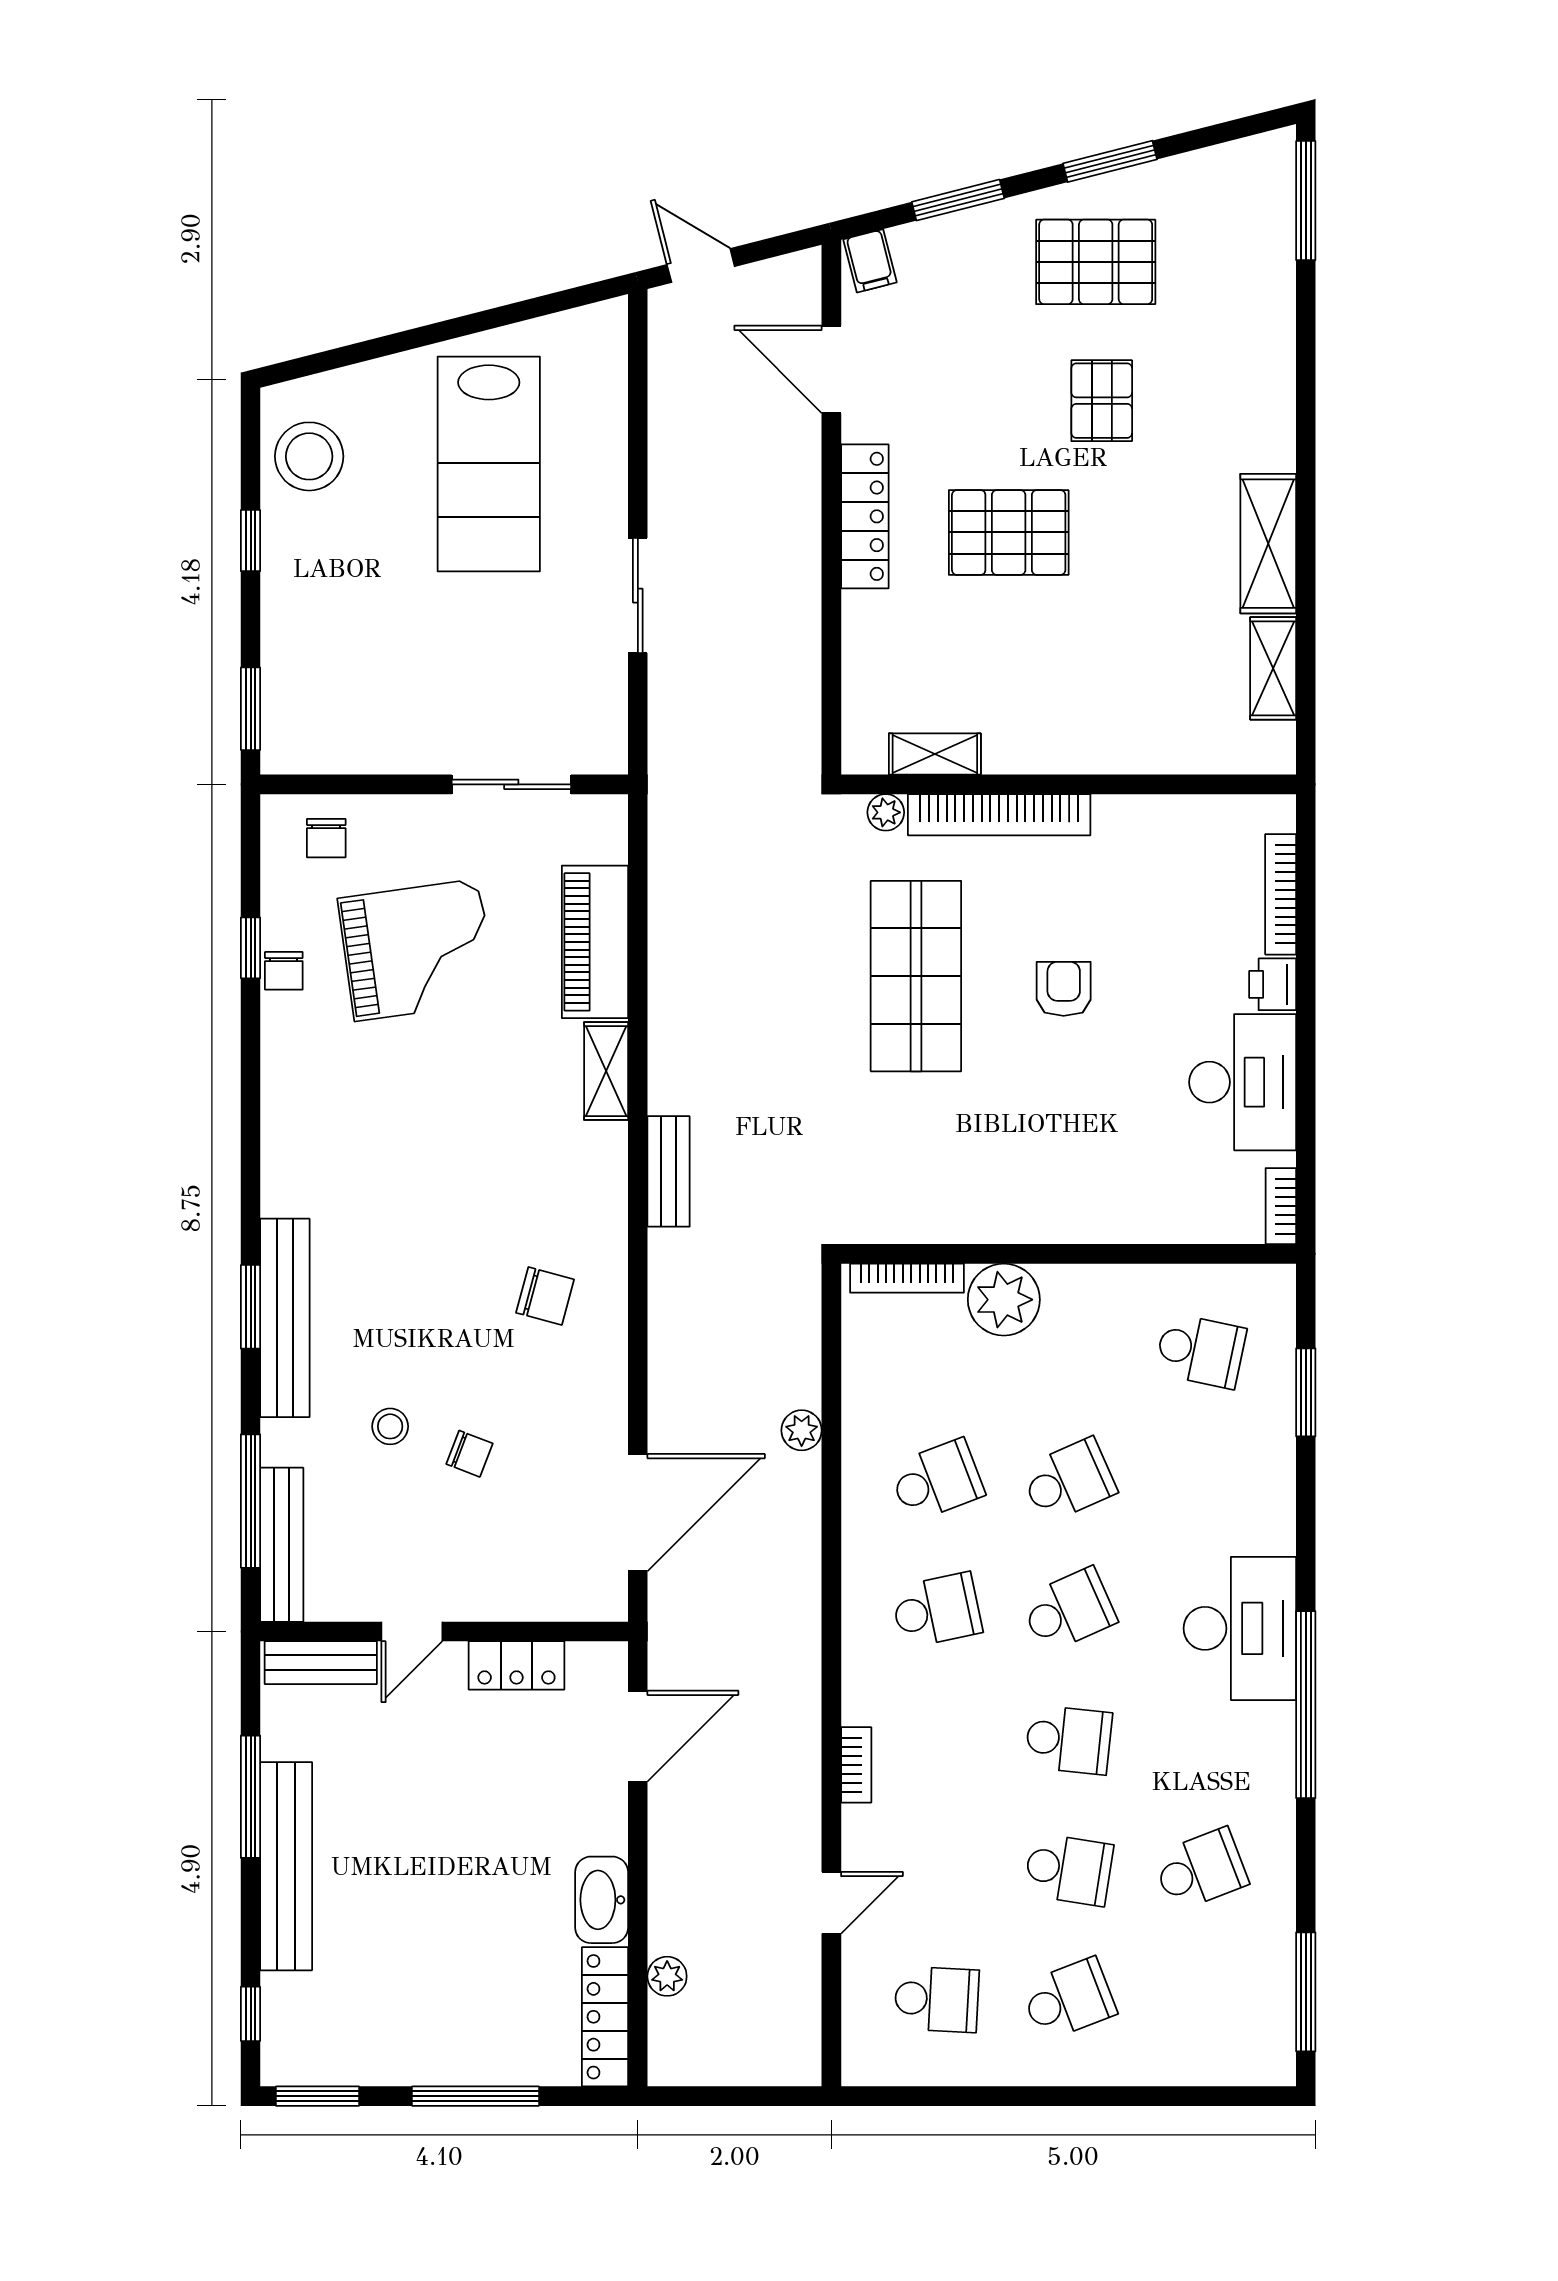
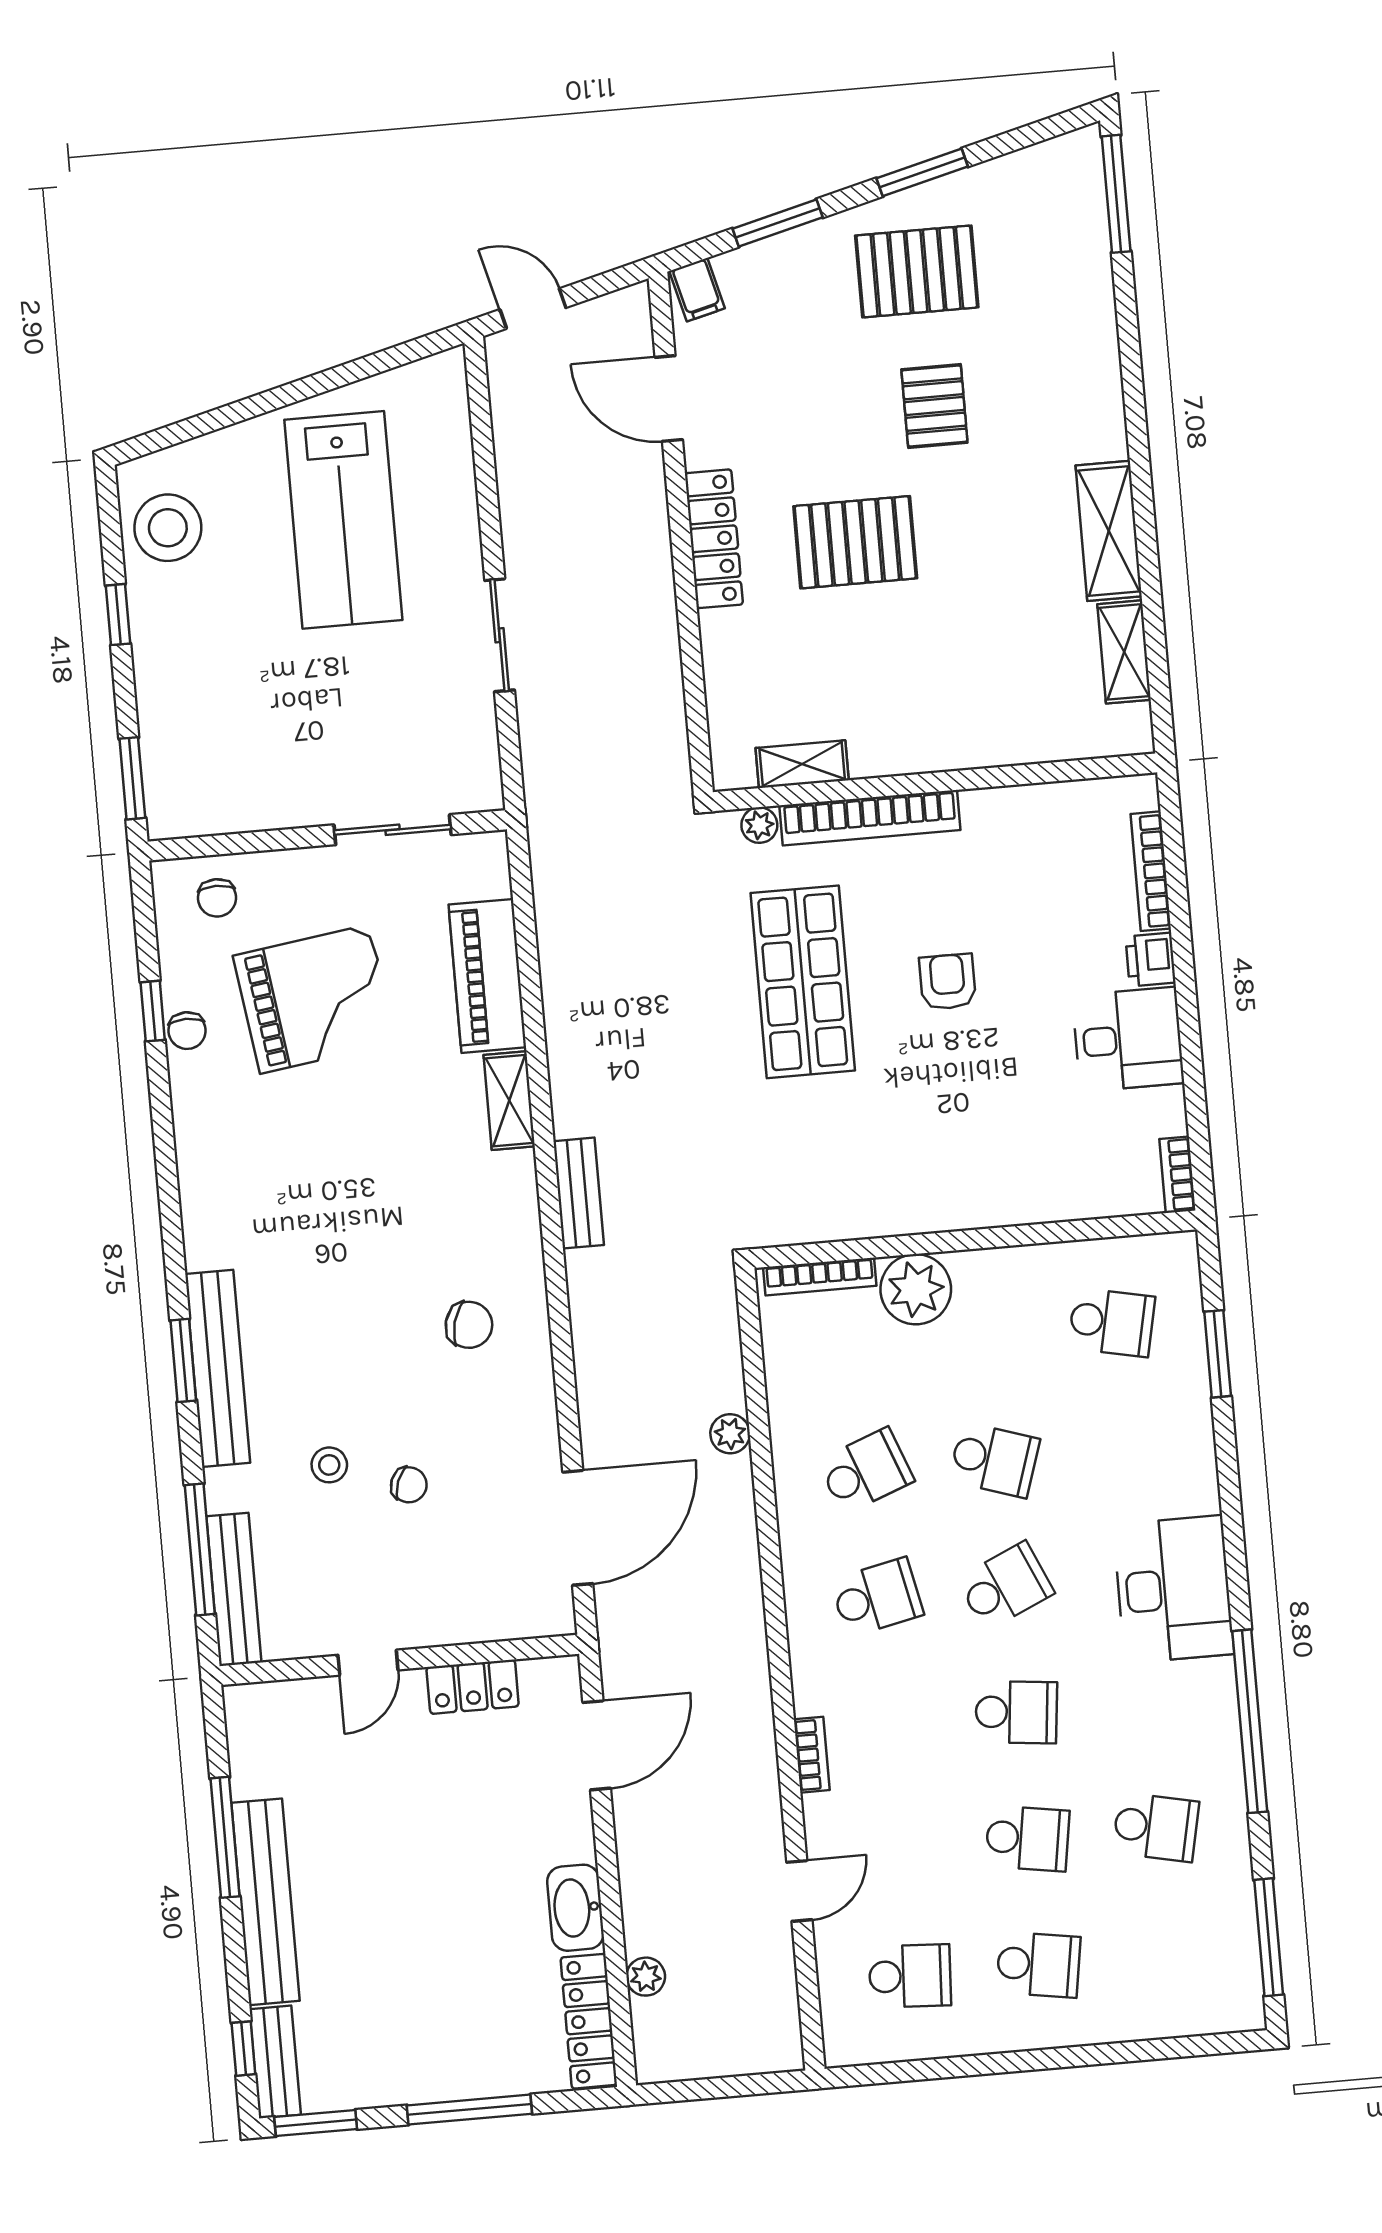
desk: (1243, 1082) -> (1128, 1039), width x0.73
school desk: (1069, 1480) -> (994, 1460), turned 42
bench: (321, 1663) -> (275, 2062), moved, turned 90
window: (1306, 1705) -> (1250, 1721), moved
school desk: (1201, 1870) -> (1156, 1827), turned 33
school desk: (1069, 1999) -> (1038, 1965), turned 30

